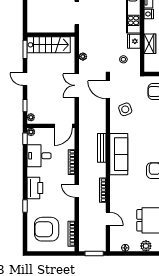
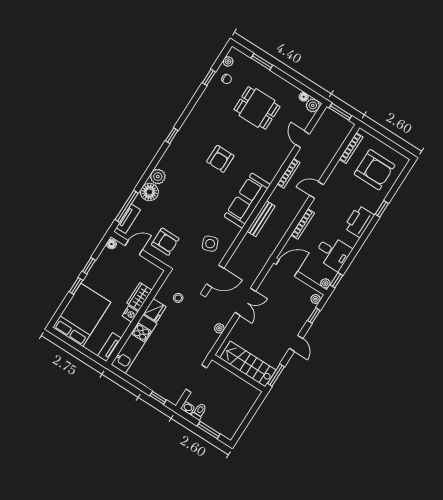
nightstand: (149, 14) -> (130, 314), moved
door: (108, 90) -> (215, 276), hinge flipped
door: (77, 191) -> (316, 190), swing flipped
plant: (146, 246) -> (313, 105), moved

